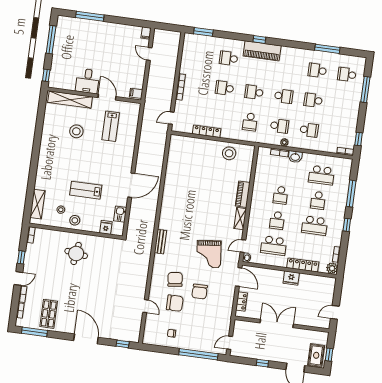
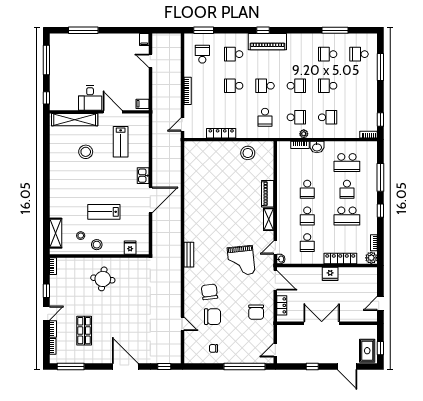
school desk: (199, 54) -> (202, 54), added
kitchen sink: (120, 214) -> (143, 176), moved
school desk: (274, 246) -> (307, 243), width x0.54
chair: (200, 292) -> (256, 312), moved
shop shelf: (49, 314) -> (84, 331), moved

